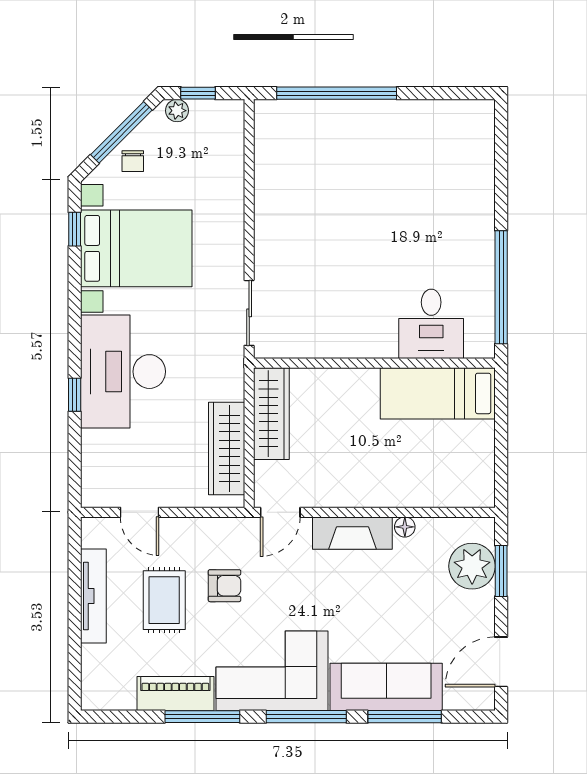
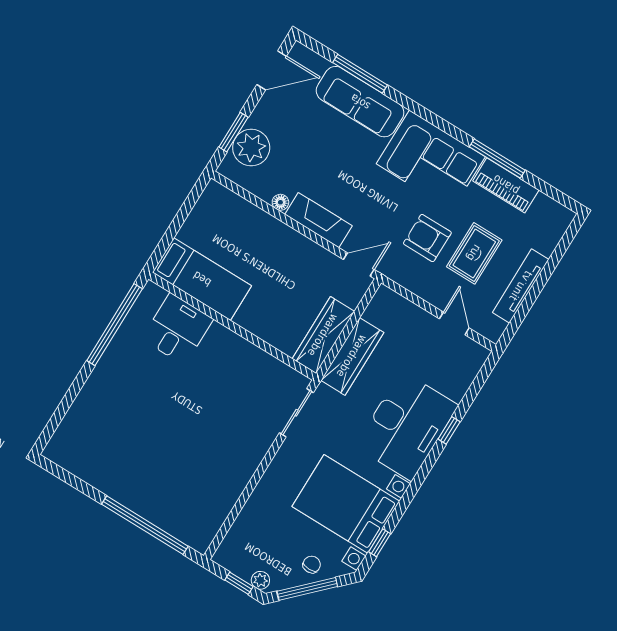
wardrobe: (227, 449) -> (352, 356), moved
armchair: (224, 586) -> (427, 238), width x1.38, depth x1.38
window: (306, 717) -> (427, 115), removed

